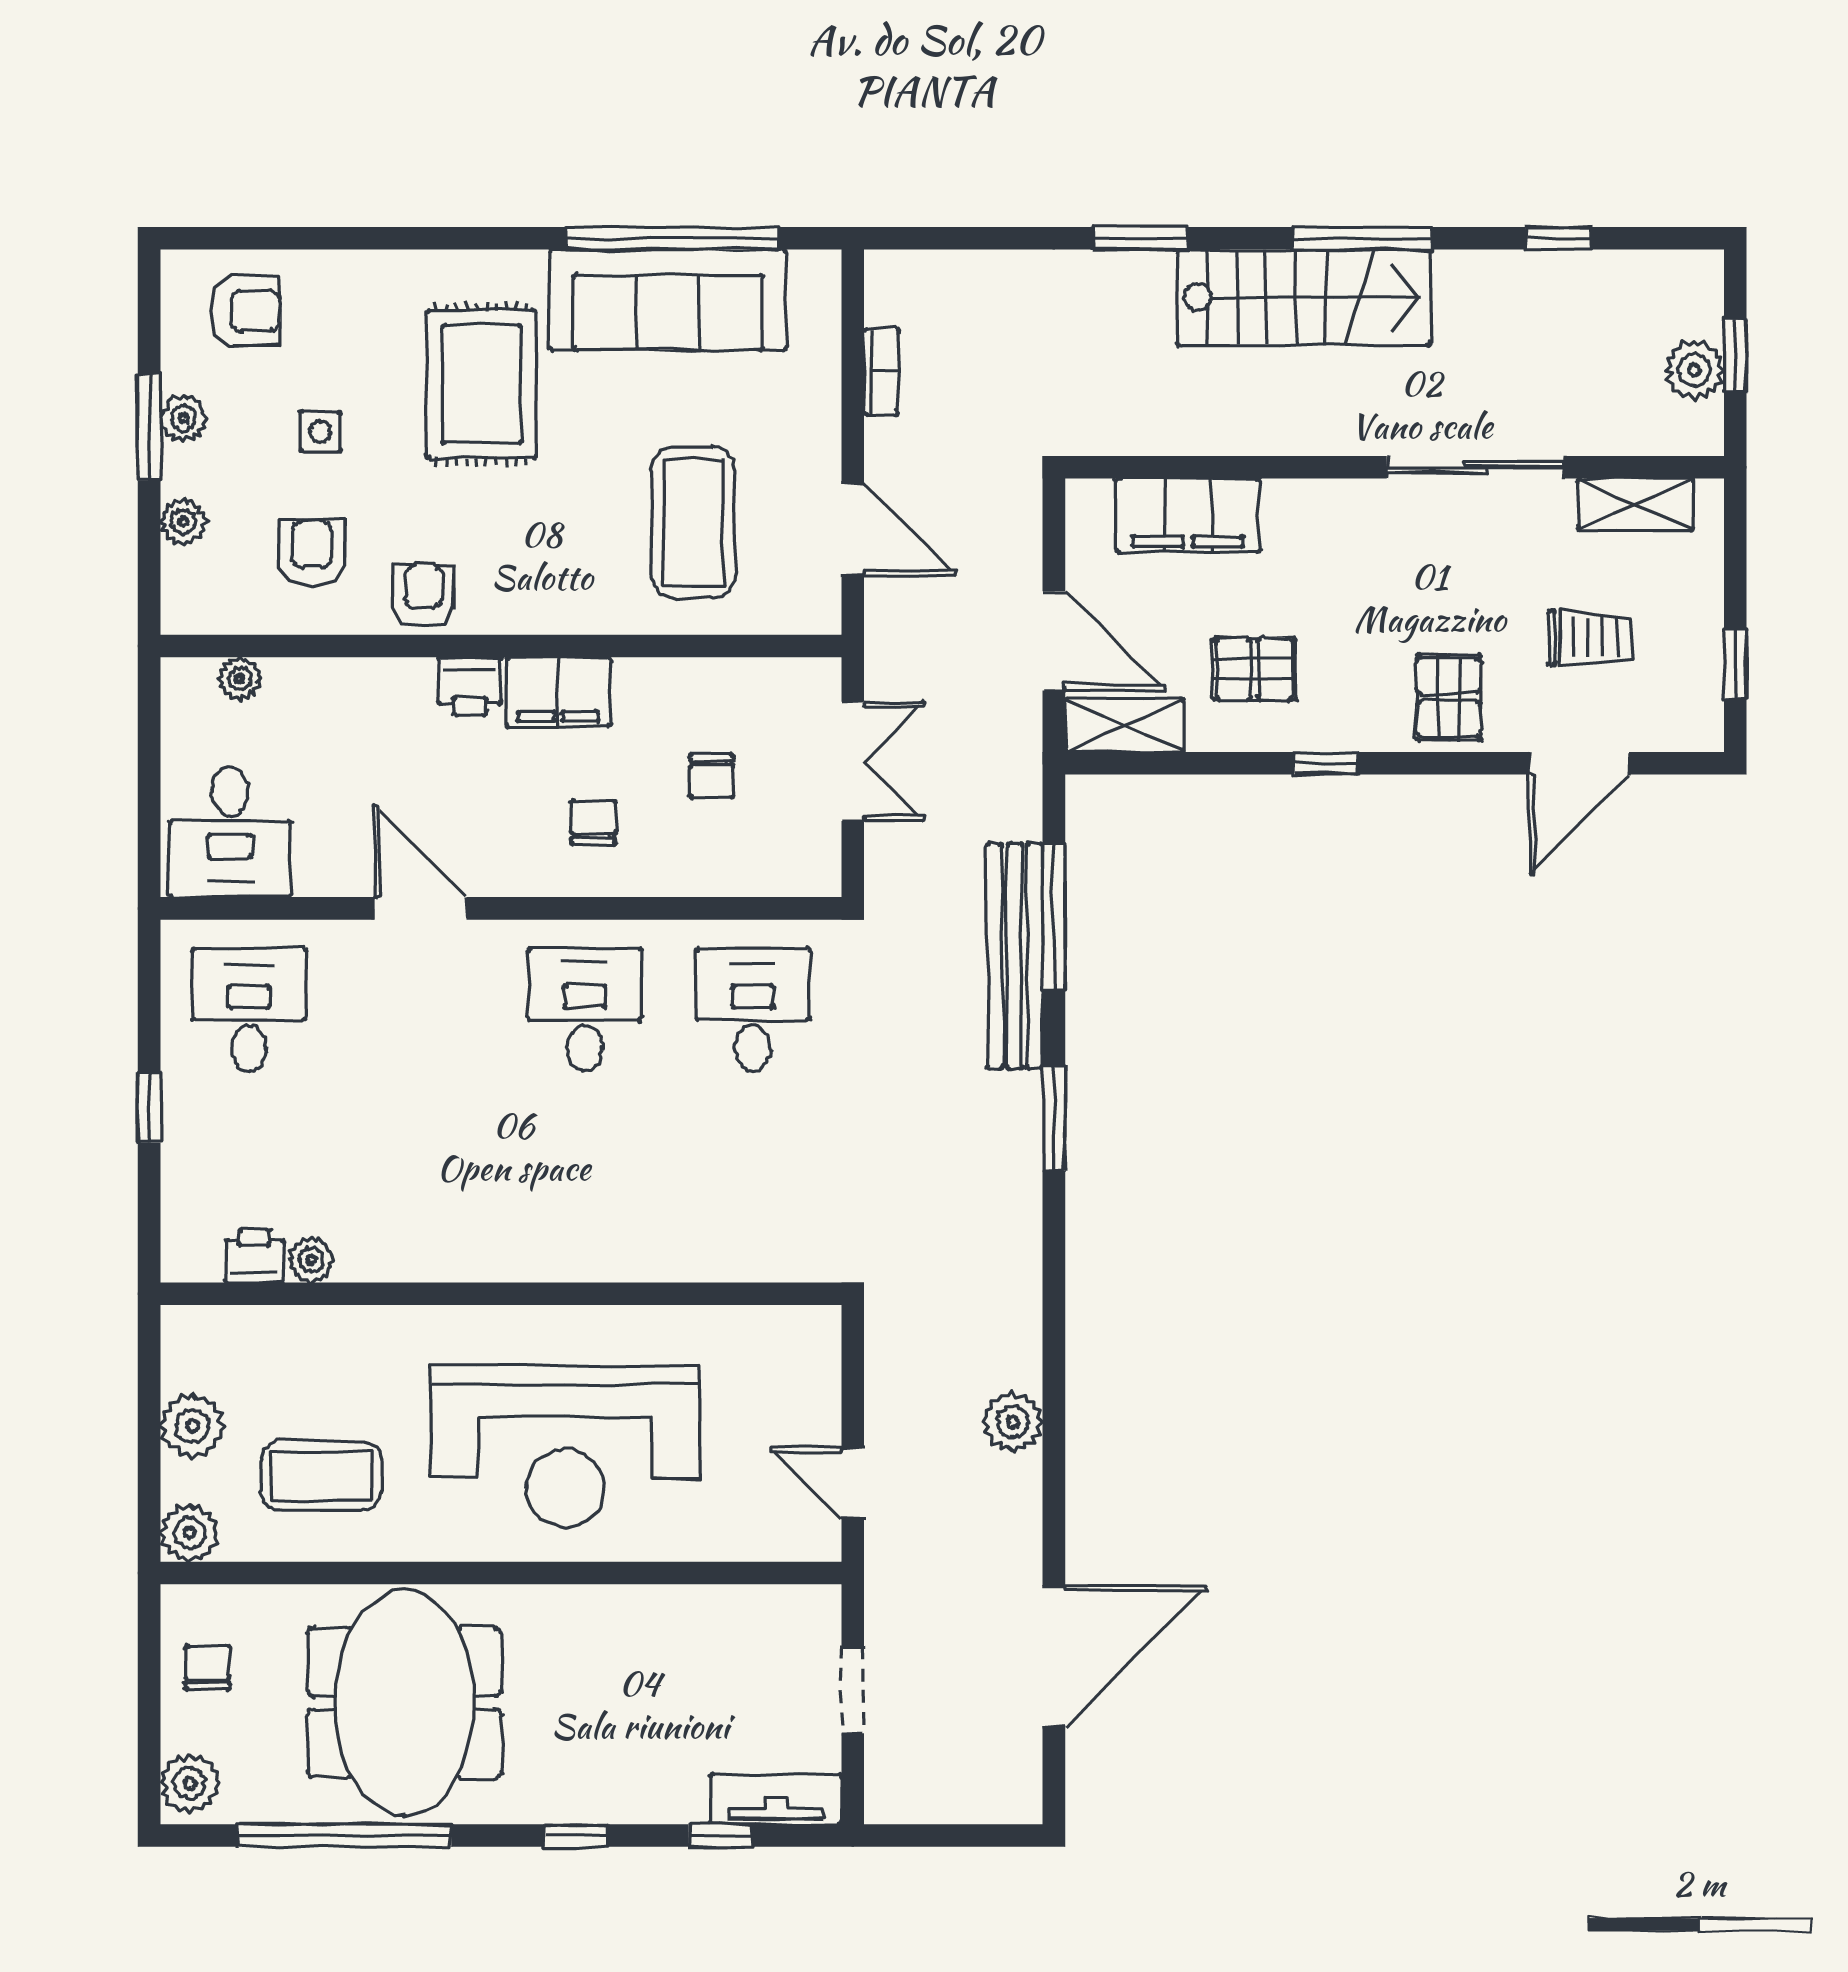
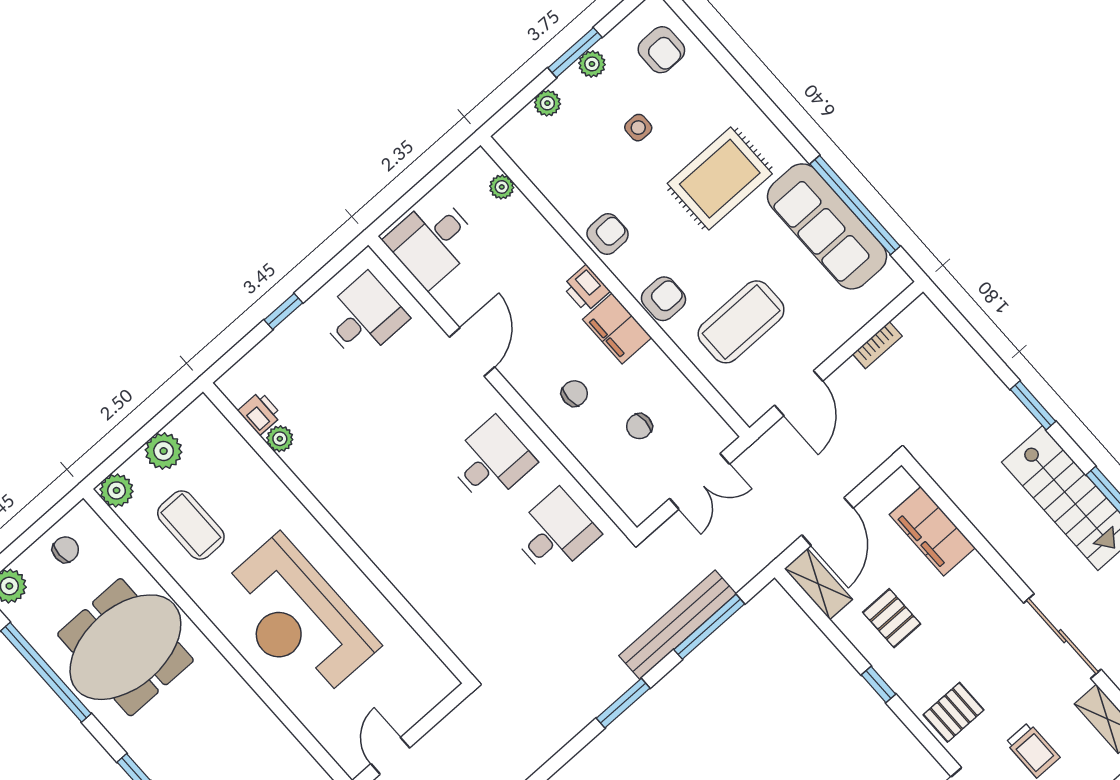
armchair: (312, 553) -> (663, 299), moved

